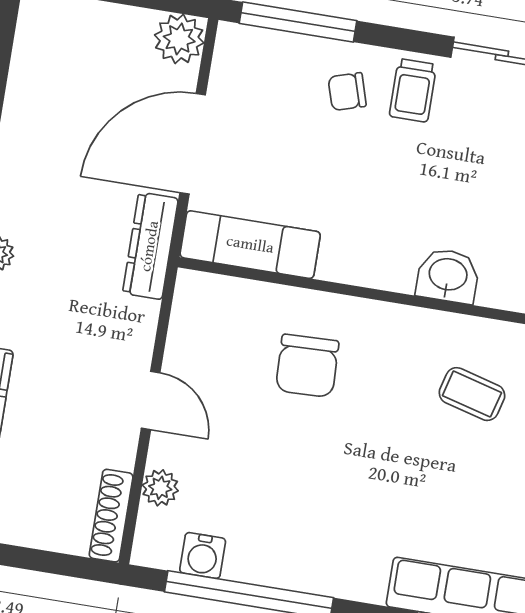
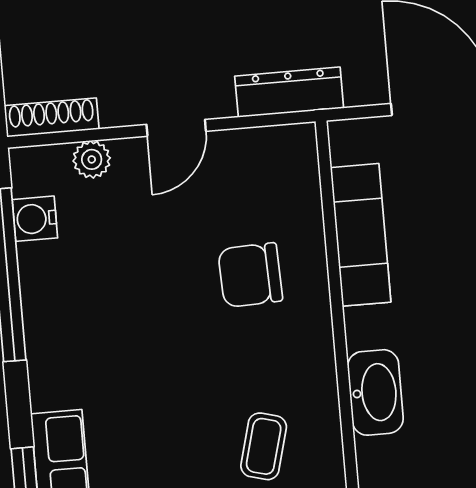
exam couch: (250, 245) -> (361, 235), moved
dresser: (150, 246) -> (289, 92), moved
washbasin: (448, 276) -> (375, 392), width x1.38

